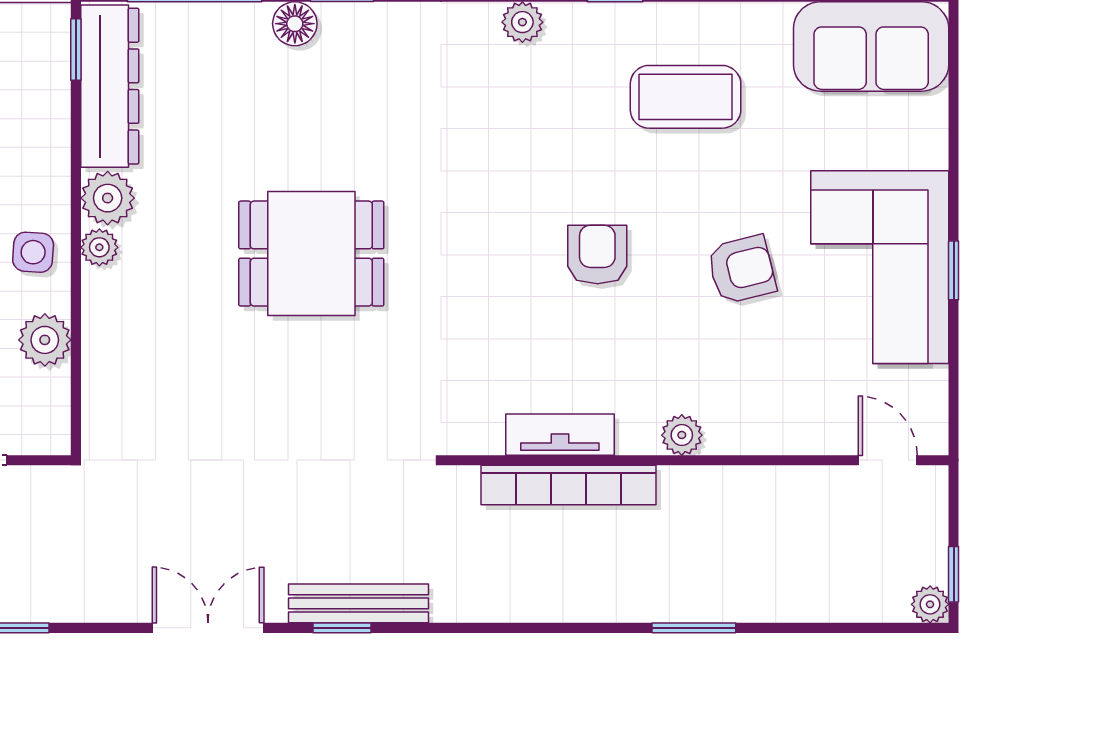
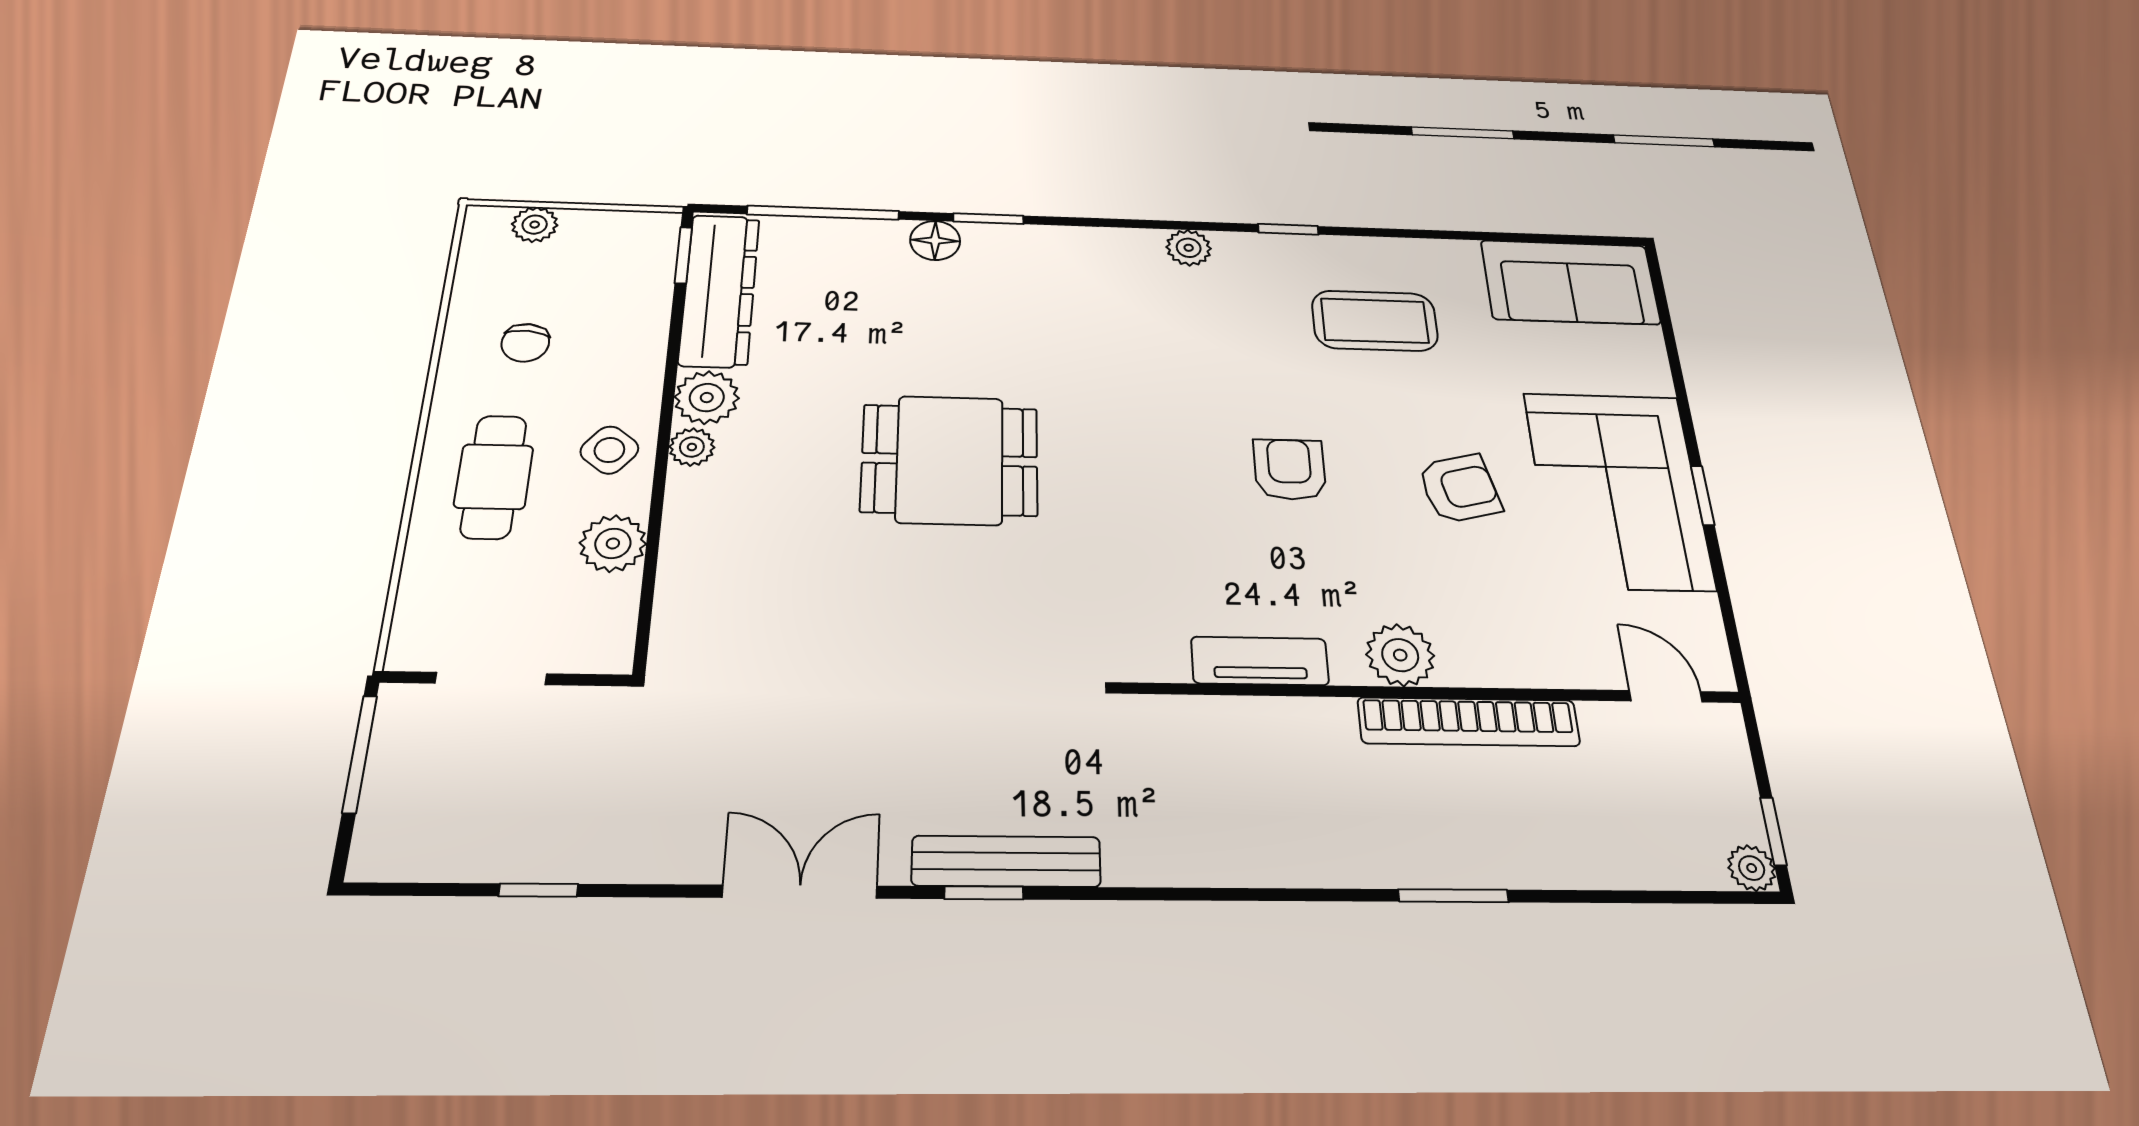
side table: (33, 252) -> (609, 450), turned 35
plant: (682, 435) -> (1400, 655), width x1.38, depth x1.38
bookcase: (568, 485) -> (1469, 722), moved

